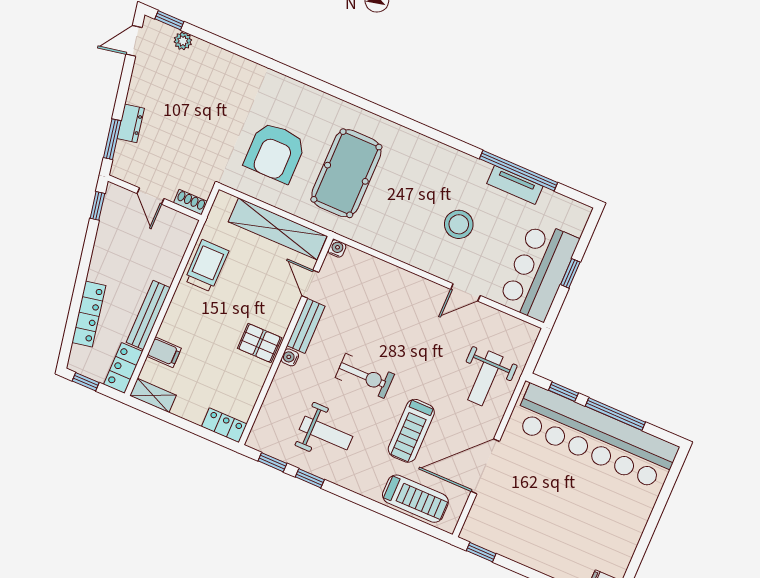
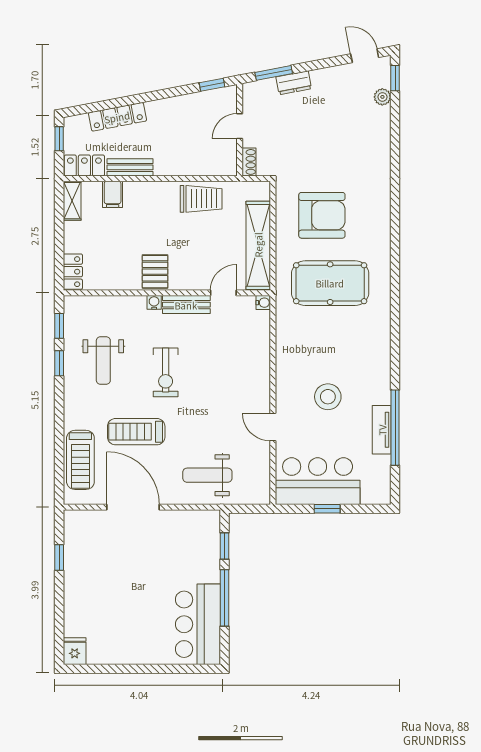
armchair: (275, 152) -> (322, 215), turned 180
bench: (148, 315) -> (130, 167), width x0.73
bar counter: (596, 437) -> (198, 624), width x0.54
window: (481, 552) -> (59, 558), moved

